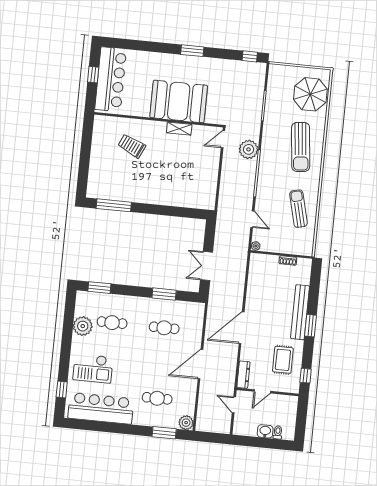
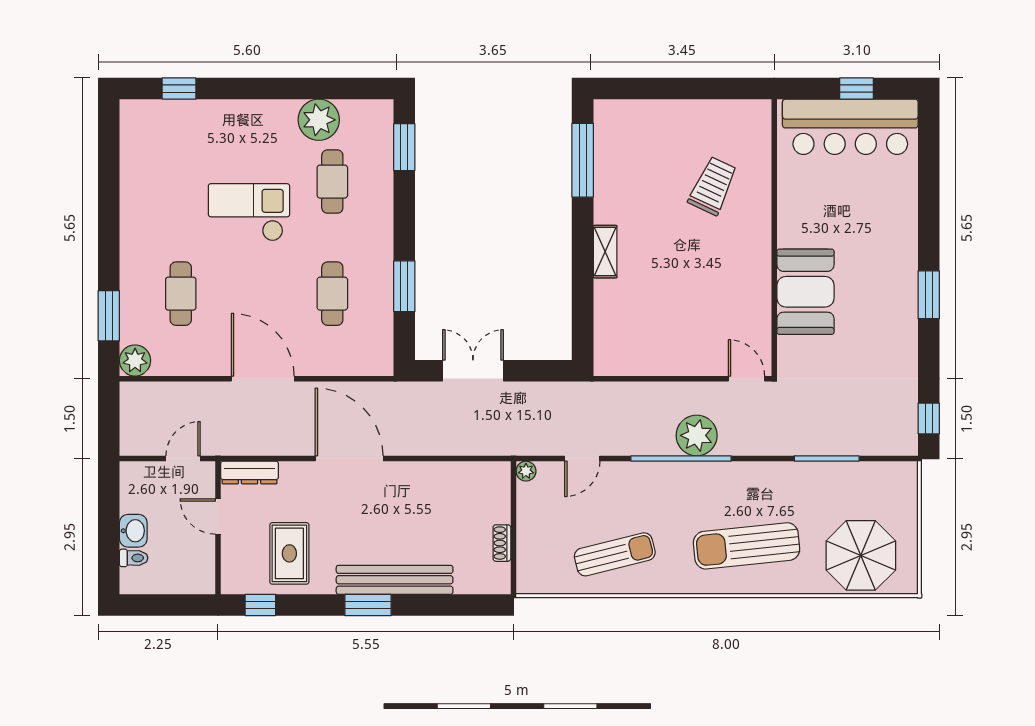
booth: (179, 101) -> (805, 292), width x0.73, depth x0.70
shelving: (179, 129) -> (605, 252), moved
plant: (249, 149) -> (697, 435), moved
rug: (283, 360) -> (289, 553), turned 90
checkout: (93, 368) -> (249, 212), moved, turned 90
bar counter: (101, 408) -> (147, 176), removed

